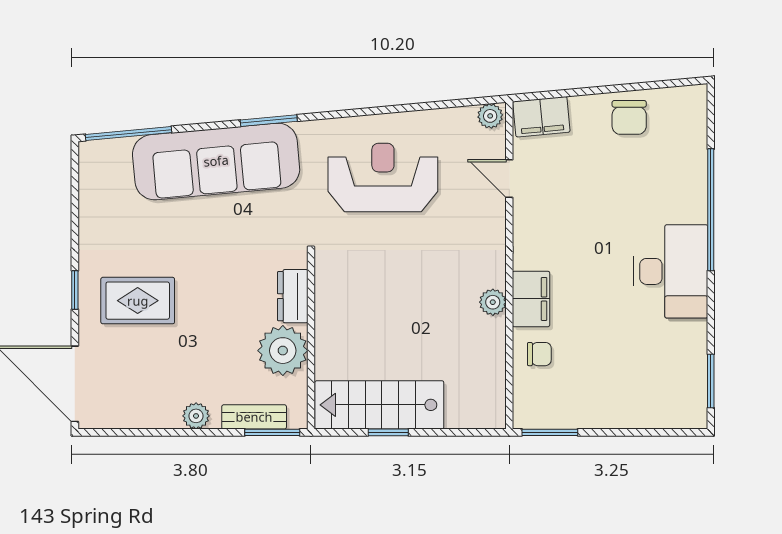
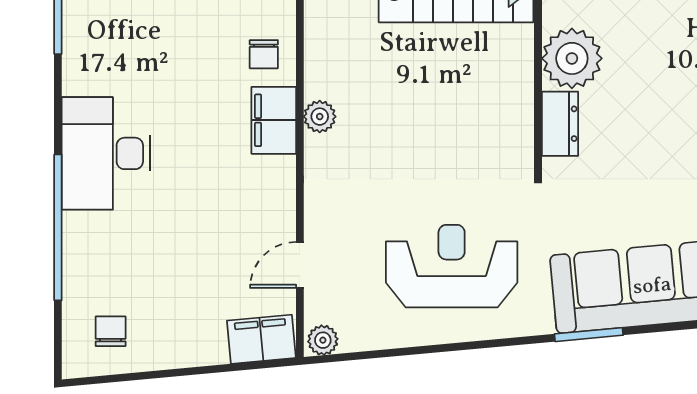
chair: (629, 117) -> (111, 331), moved, width x0.73, depth x0.73
reception desk: (383, 178) -> (452, 266), turned 180
door: (509, 179) -> (300, 265), swing flipped
chair: (539, 354) -> (264, 54), turned -90

